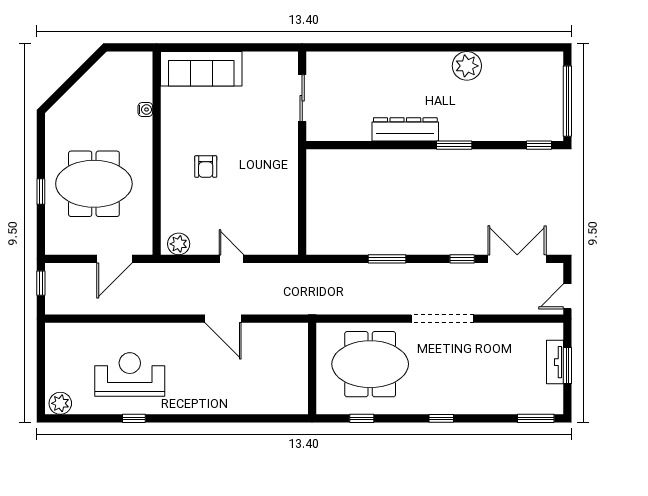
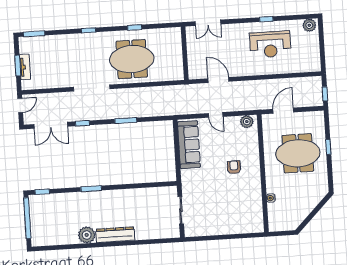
sofa: (201, 69) -> (189, 145), moved, turned 90
dresser: (405, 129) -> (115, 235), moved, turned 180
wall: (312, 369) -> (185, 53), moved
double door: (235, 418) -> (208, 23), added

